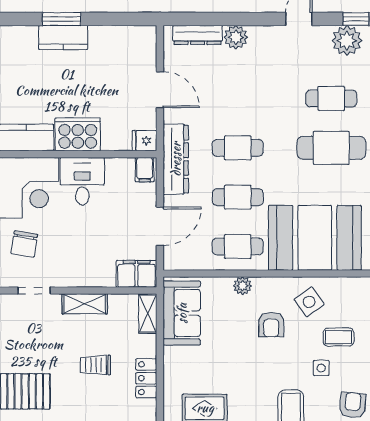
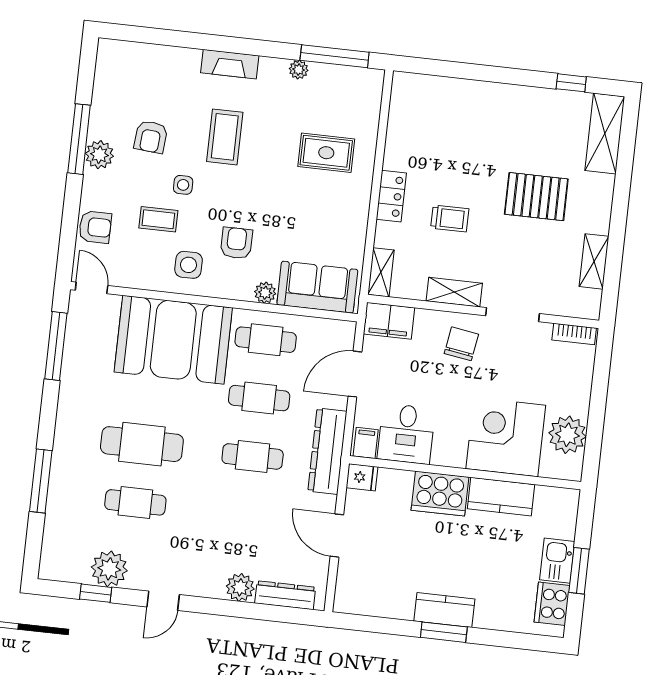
desk: (82, 181) -> (406, 434), moved
chair: (24, 244) -> (461, 344), moved
doorway: (34, 290) -> (512, 315), width x1.38
side table: (309, 302) -> (189, 265), turned 36
sofa: (182, 313) -> (317, 287), moved, turned 90

